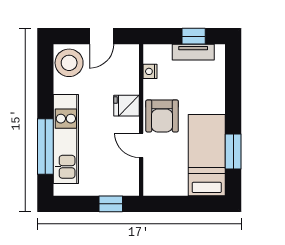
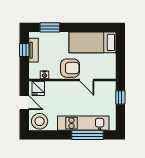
fridge: (127, 106) -> (38, 88), moved
door: (141, 145) -> (87, 80), hinge flipped
window: (233, 151) -> (50, 27), moved

